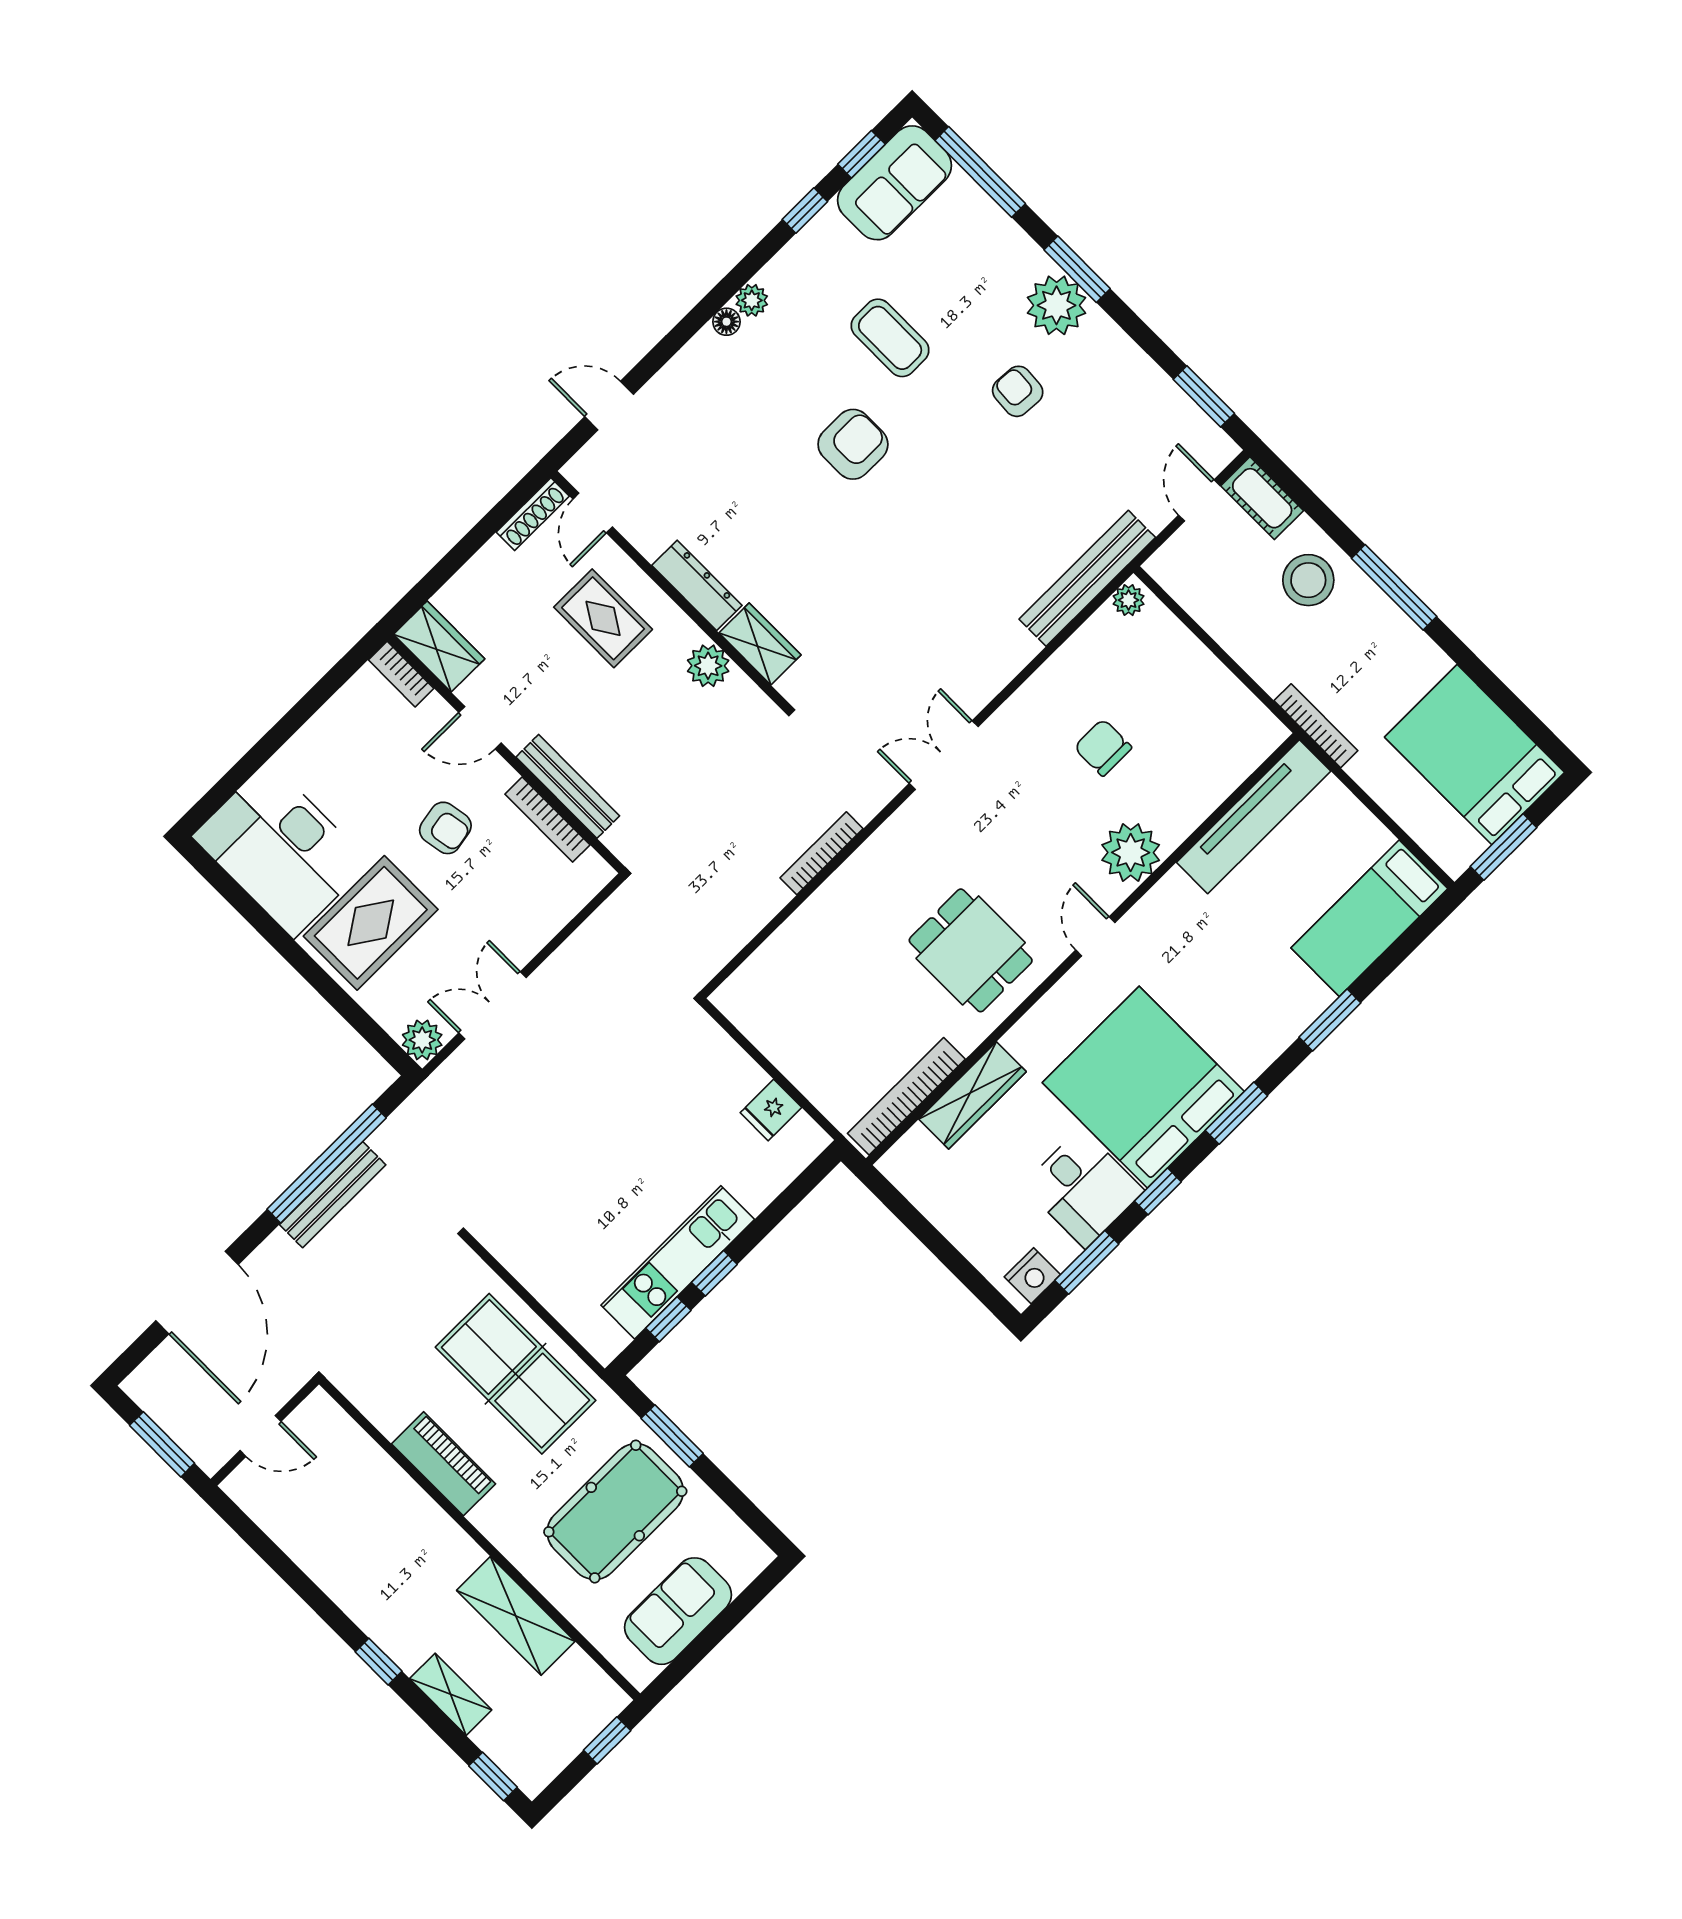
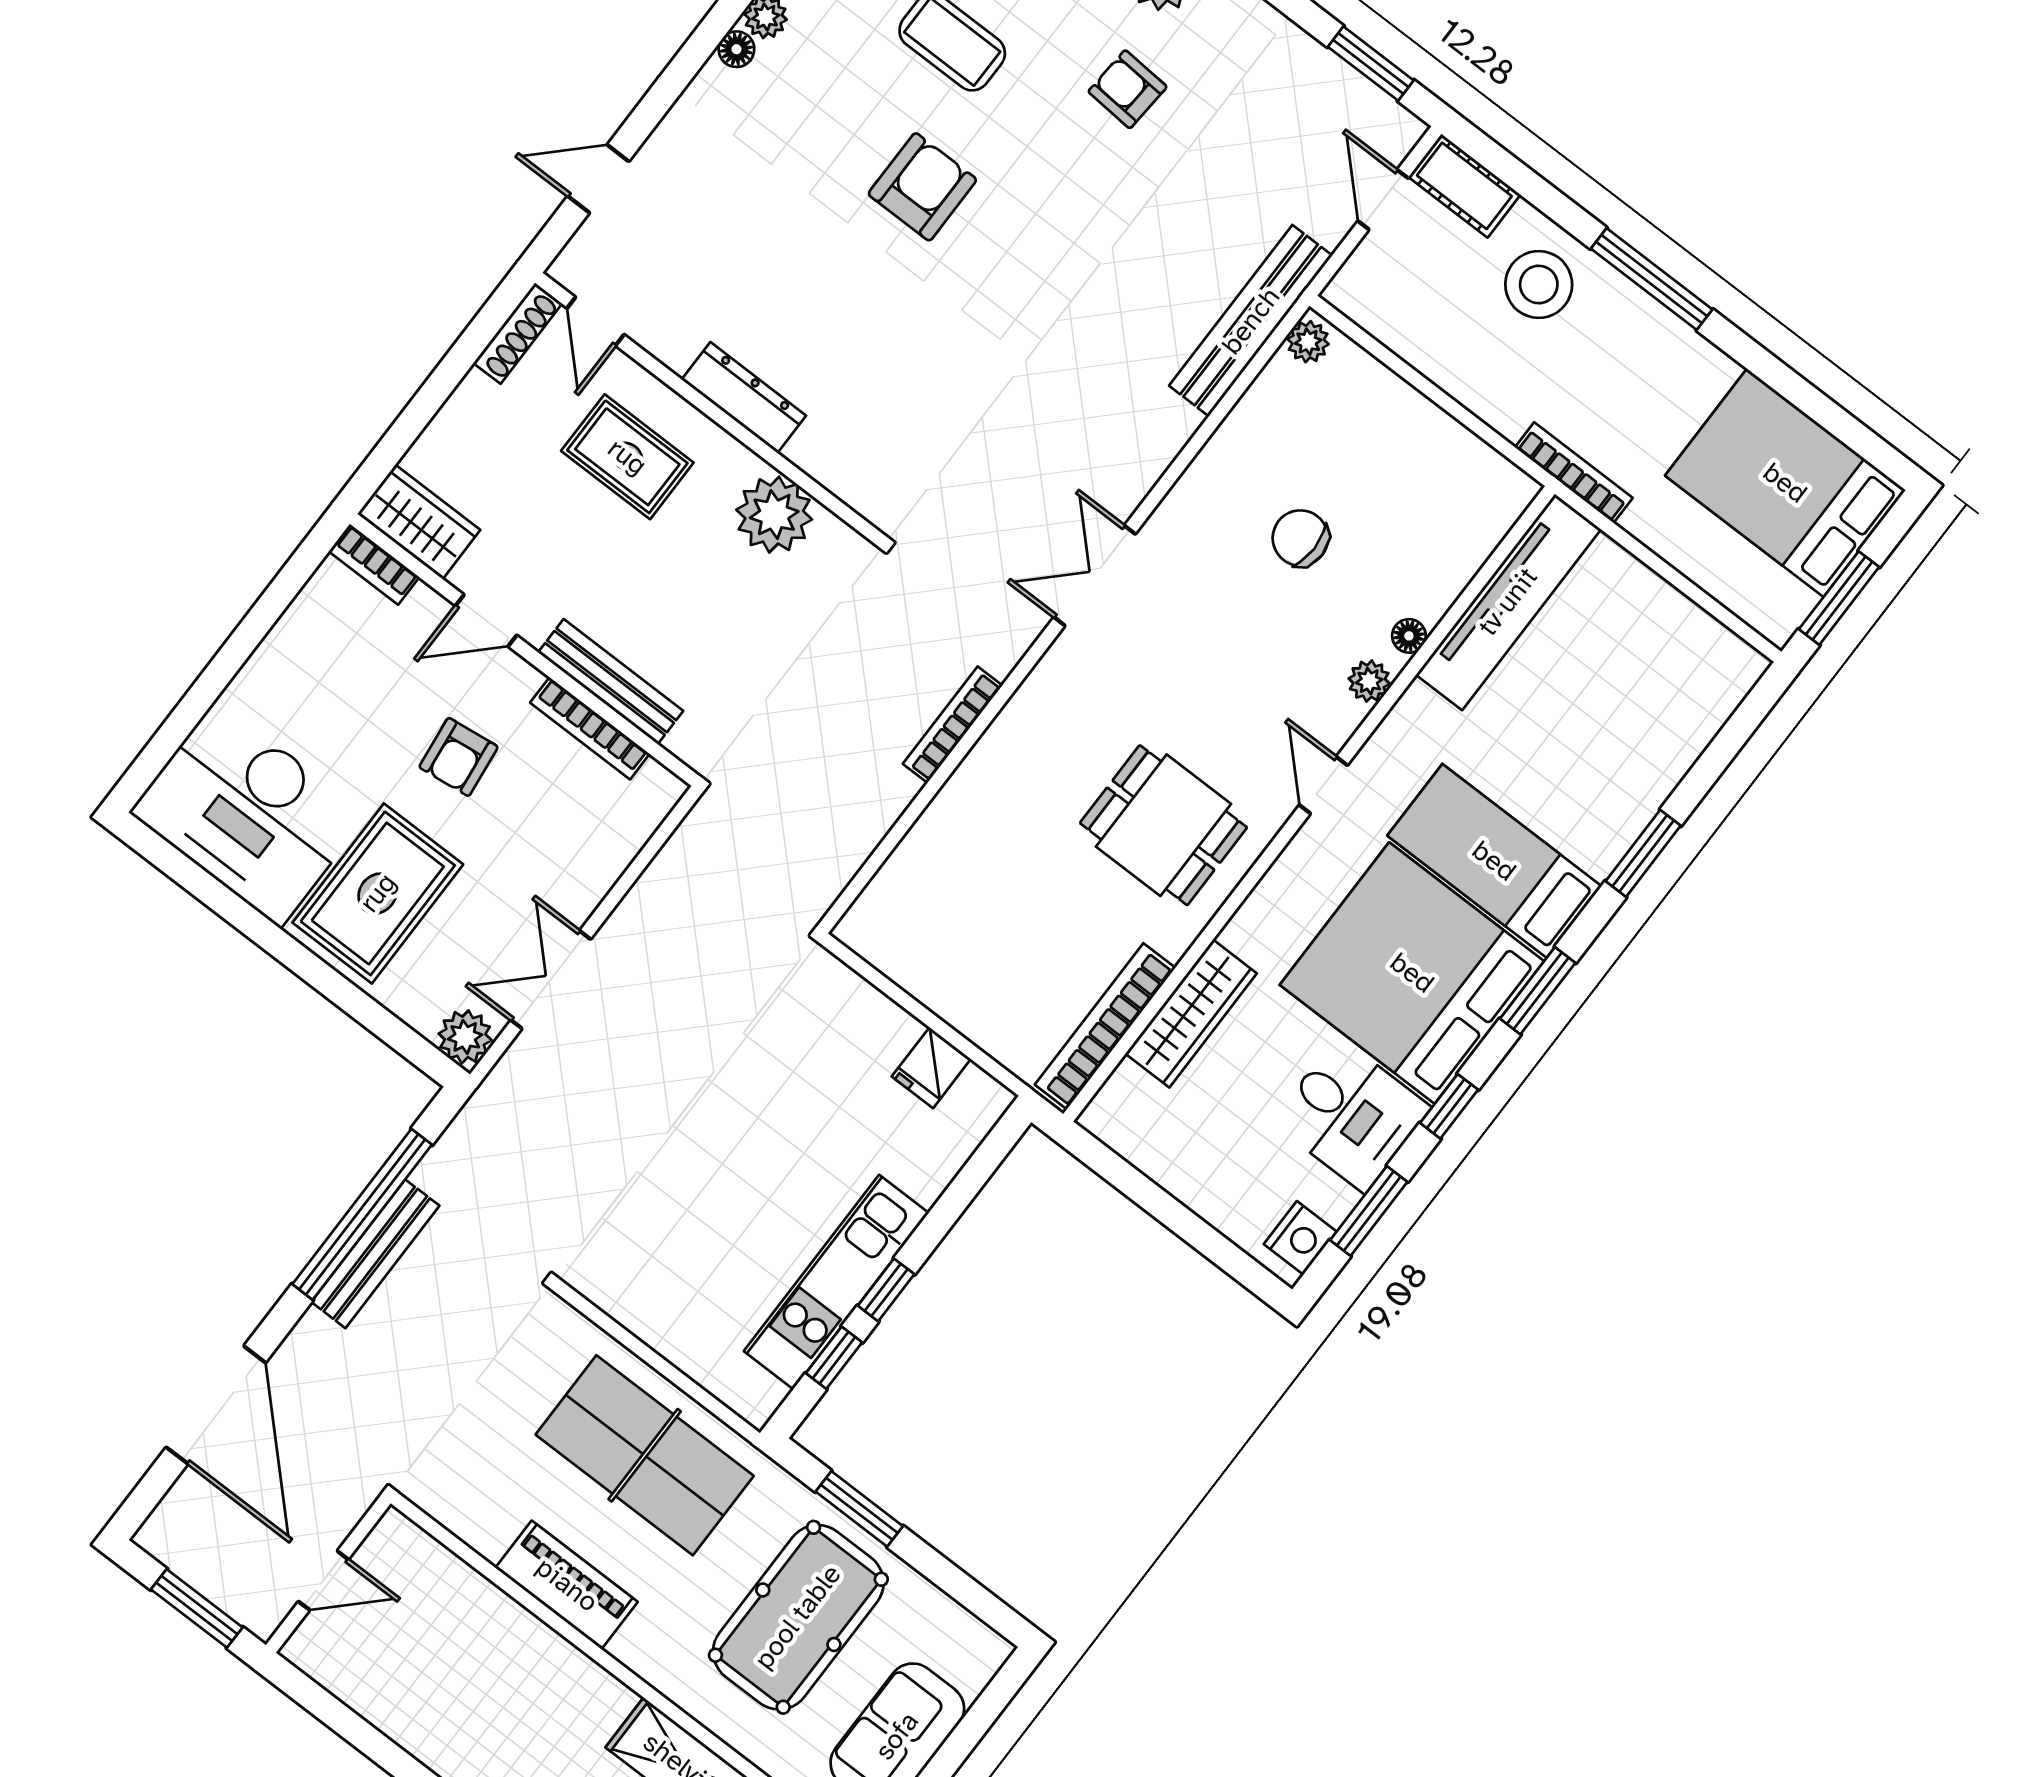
wardrobe: (760, 644) -> (836, 463), removed
plant: (708, 666) -> (774, 515), width x1.36, depth x1.36
armchair: (445, 828) -> (459, 757), turned 93
floor lamp: (1175, 832) -> (1409, 636), added
plant: (1131, 853) -> (1369, 681), width x0.53, depth x0.53
bed: (1369, 918) -> (1494, 861), moved, turned 90

